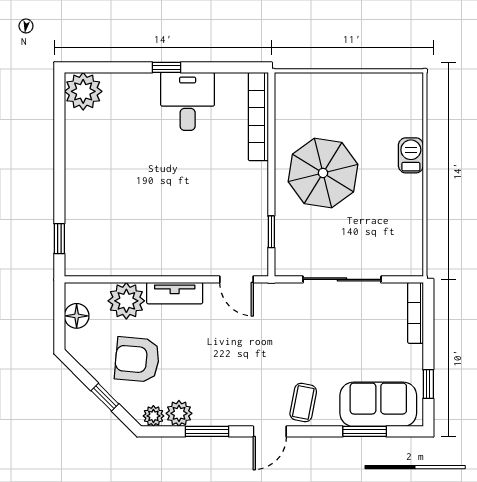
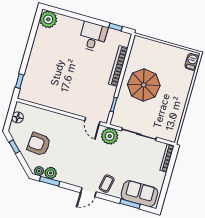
window: (166, 67) -> (116, 27), moved
bookcase: (258, 117) -> (118, 66), moved
barbecue: (411, 155) -> (192, 62), moved
tv unit: (175, 293) -> (64, 119), removed
plant: (126, 301) -> (110, 136), moved
window: (428, 384) -> (164, 191), removed
window: (105, 397) -> (14, 147), moved
window: (207, 431) -> (50, 181), moved

